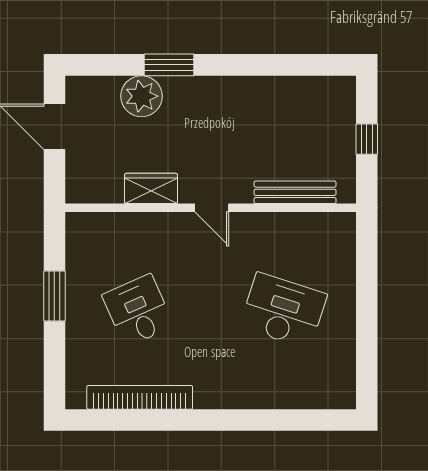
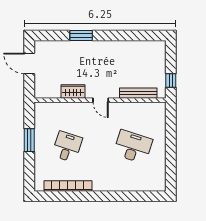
plant: (142, 96) -> (69, 50), removed
window: (367, 139) -> (171, 80), moved
desk: (138, 311) -> (67, 147), turned 42

